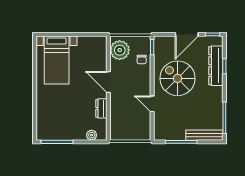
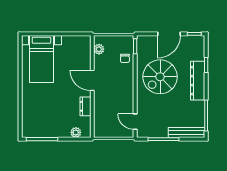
plant: (120, 50) -> (99, 49), width x0.53, depth x0.53
dresser: (216, 66) -> (198, 81), moved
spiral stairs: (178, 78) -> (160, 77), turned -90
door: (152, 104) -> (135, 122), moved

